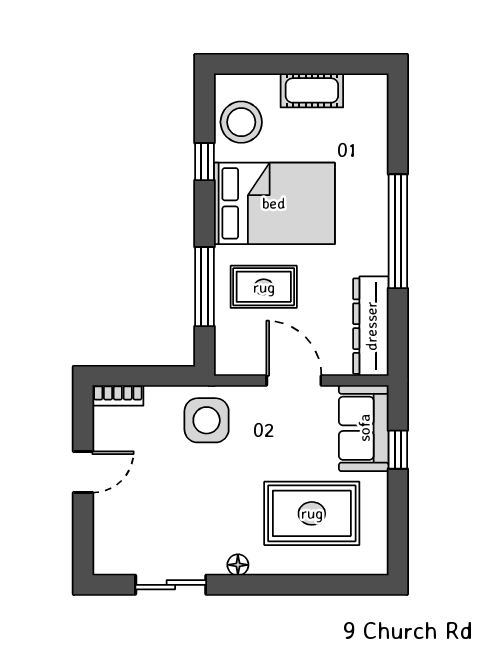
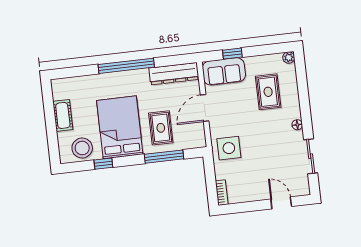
door: (83, 472) -> (281, 203), moved
rug: (312, 513) -> (268, 92), width x0.73, depth x0.70
plant: (377, 563) -> (289, 58), added

